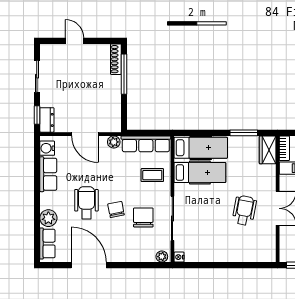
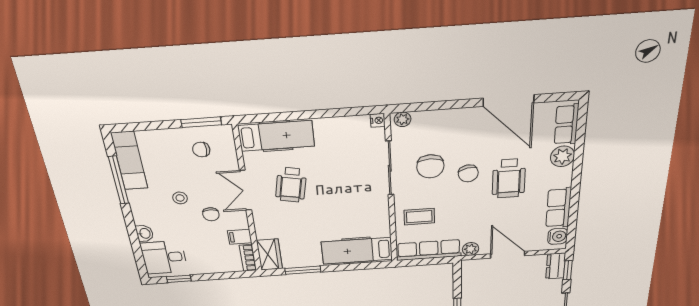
hospital bed: (200, 173) -> (276, 136), moved, turned 180

